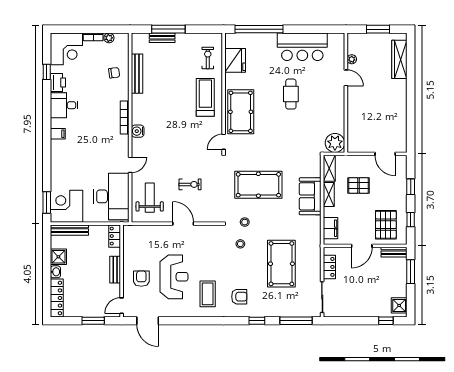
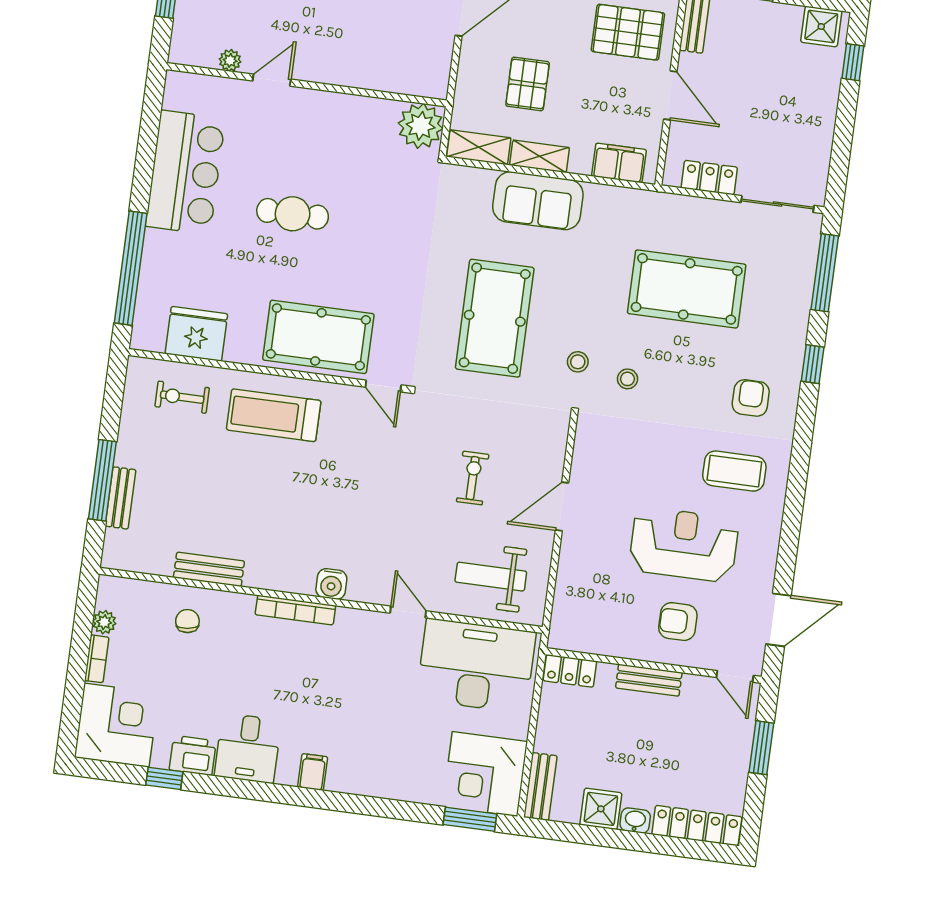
bench: (137, 74) -> (209, 569), width x0.73
bench: (69, 230) -> (540, 786), width x0.73

